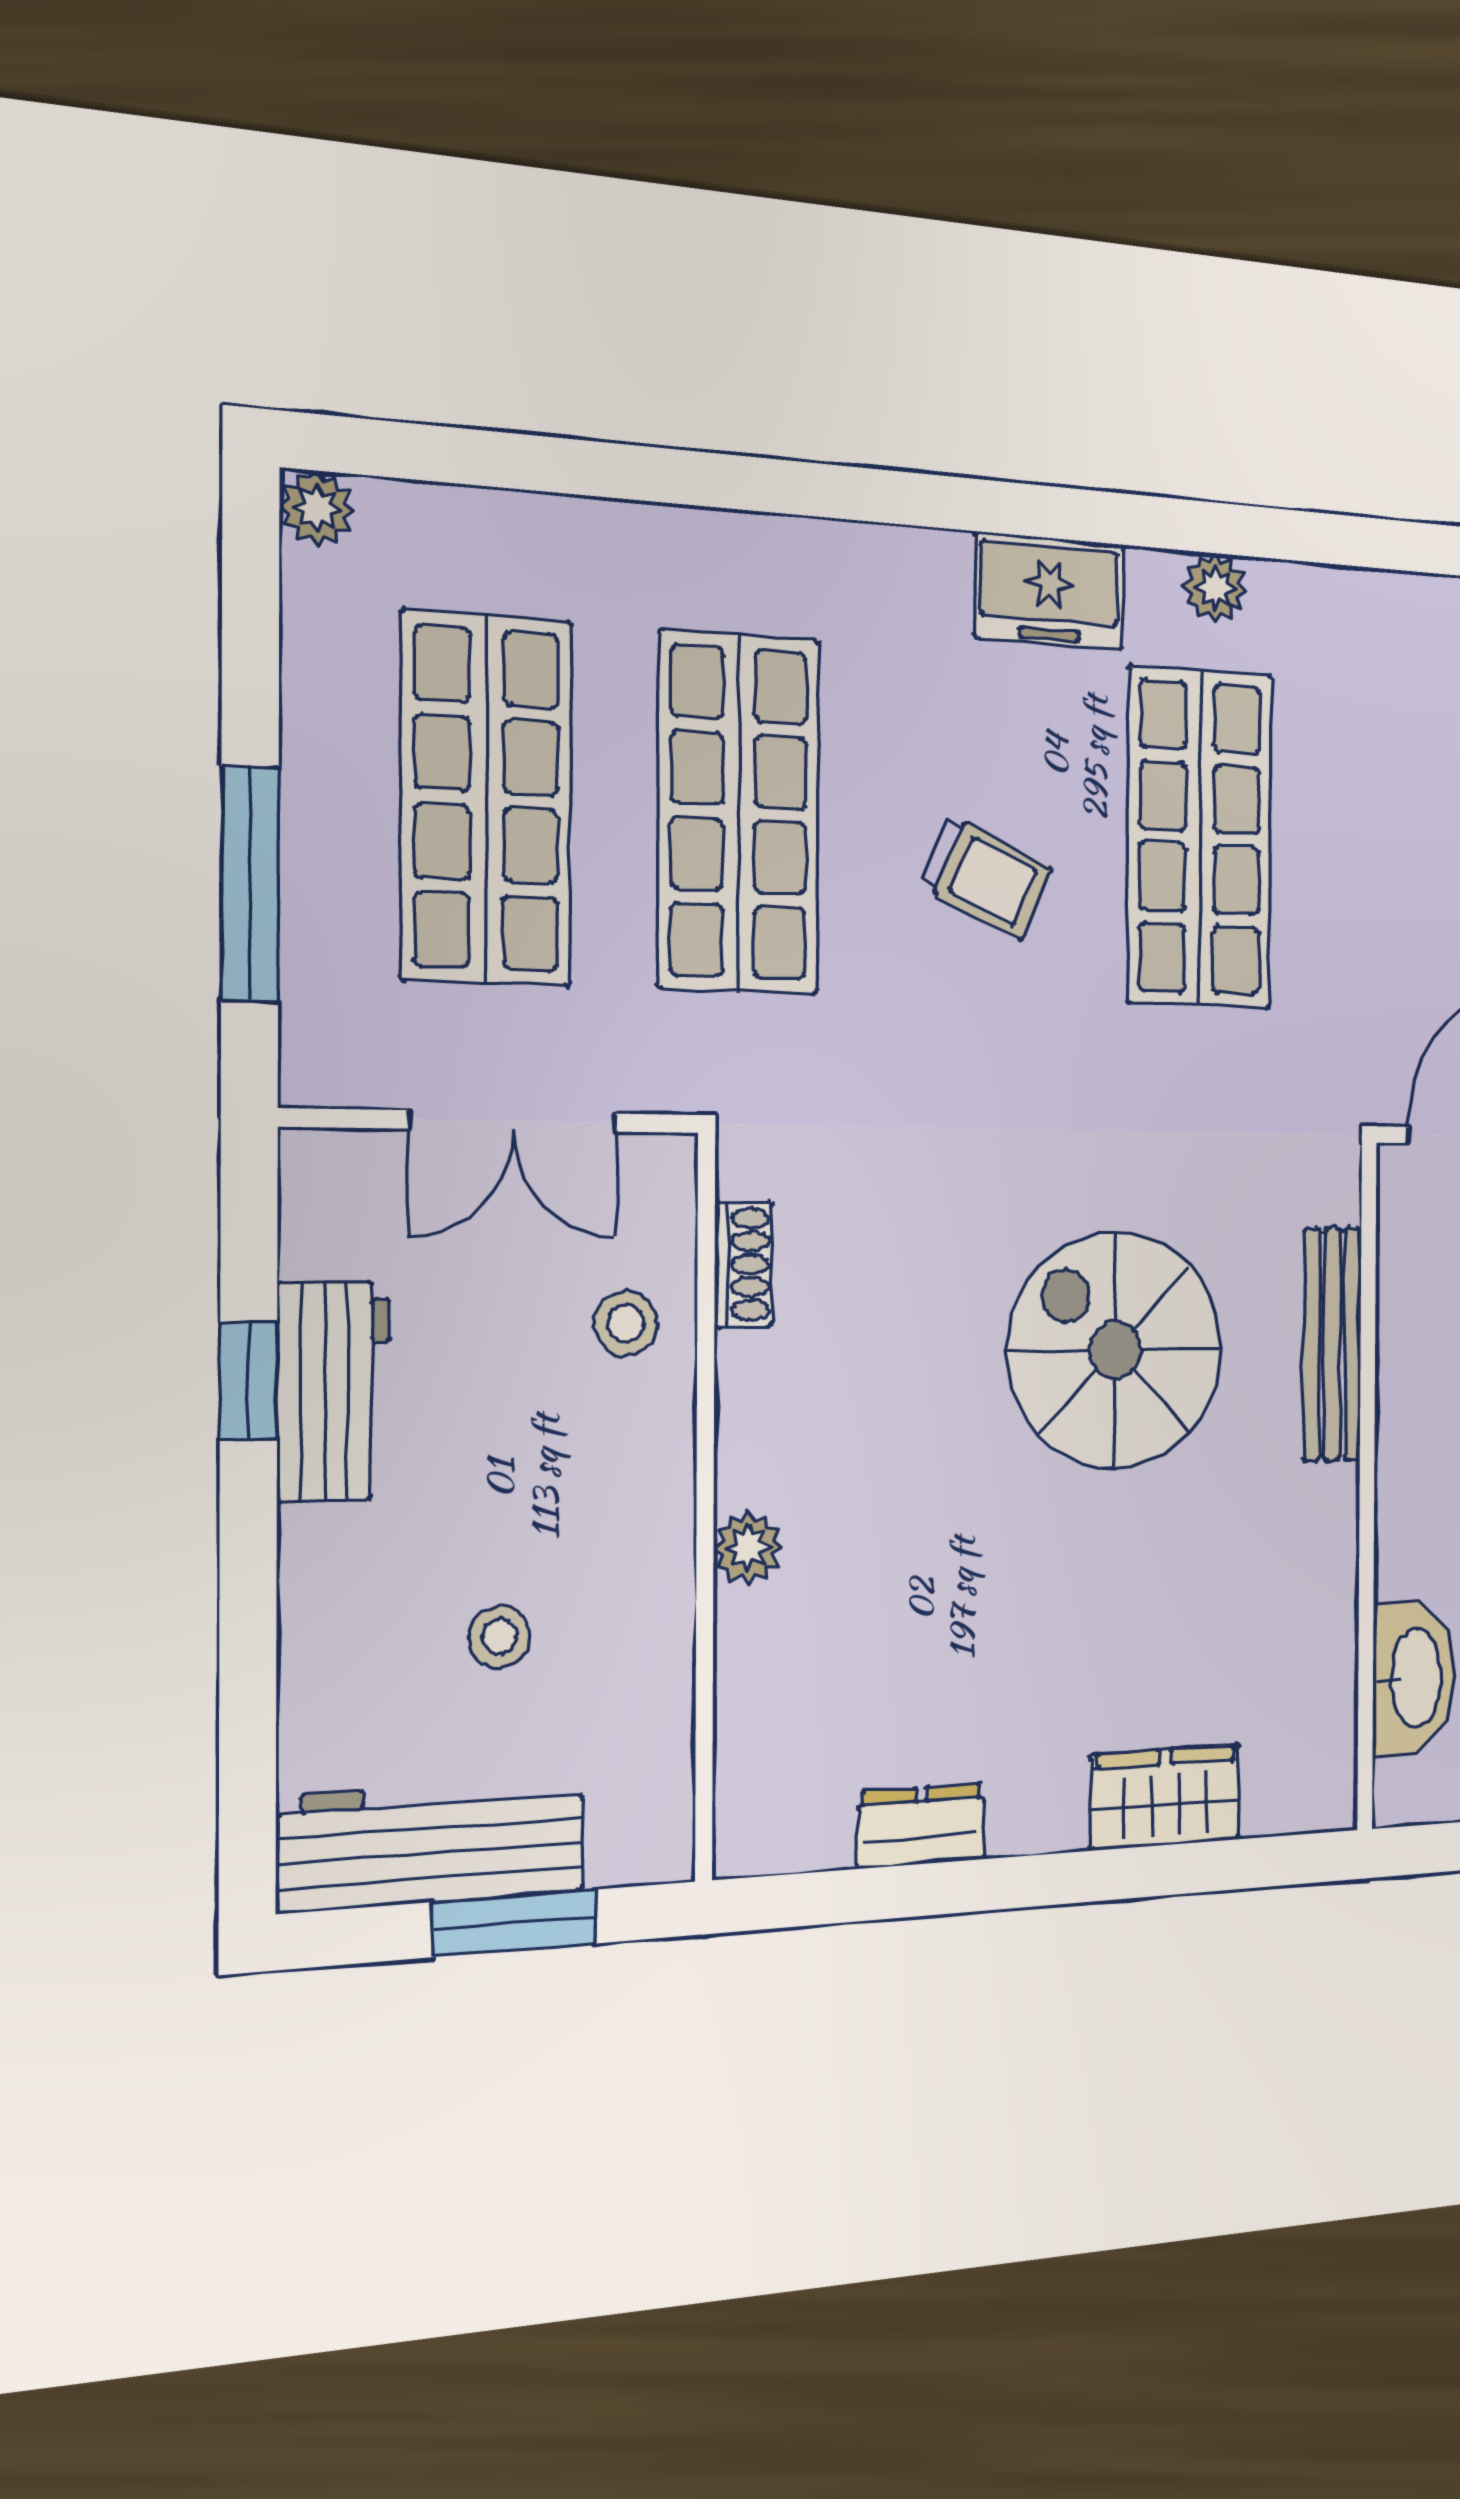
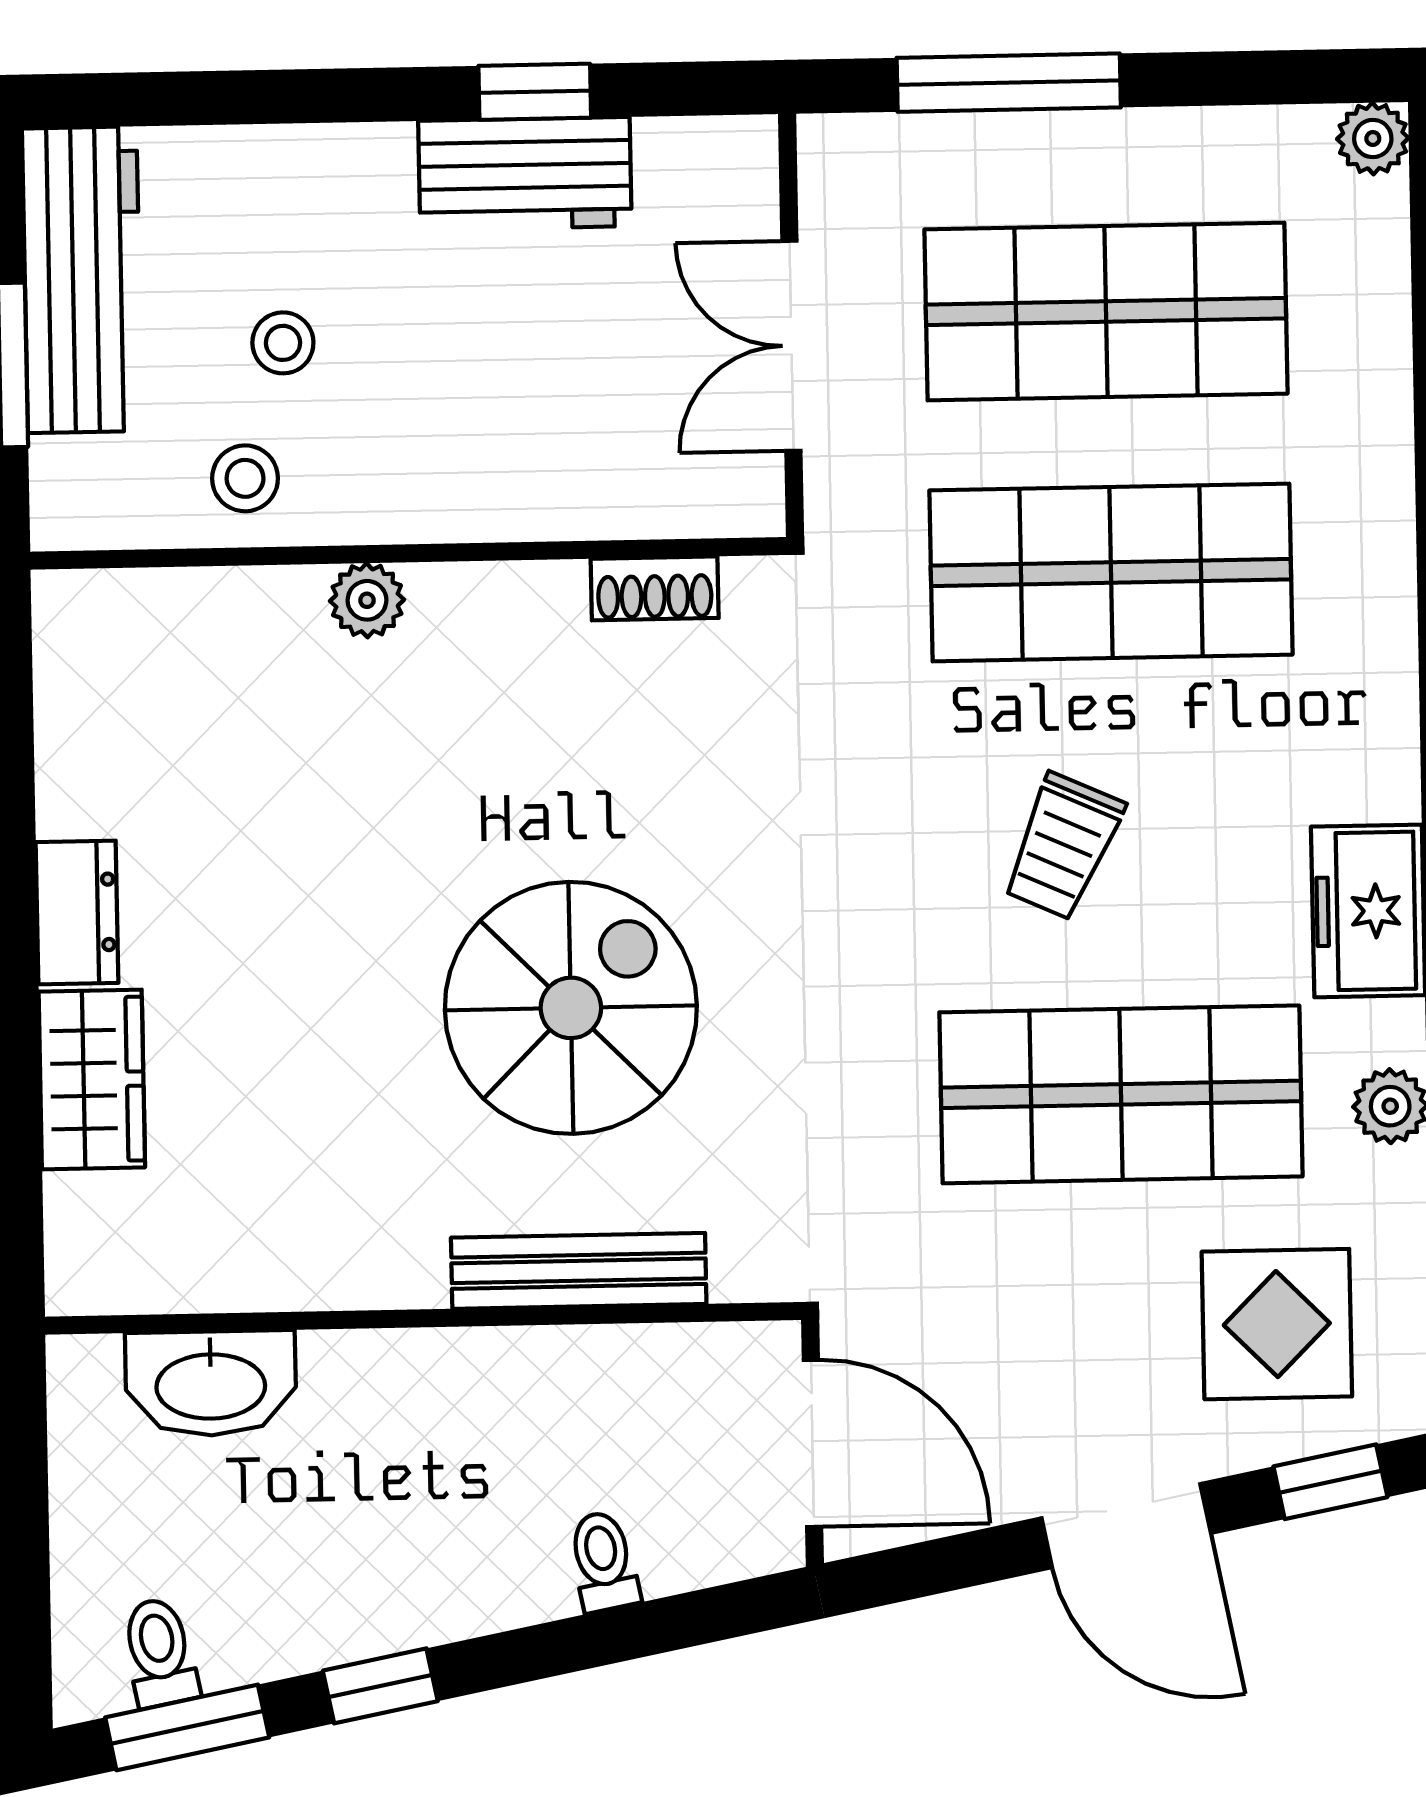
display table: (1389, 710) -> (1277, 1324), added
stool: (626, 1323) -> (245, 478), moved
dresser: (921, 1826) -> (77, 912), moved

